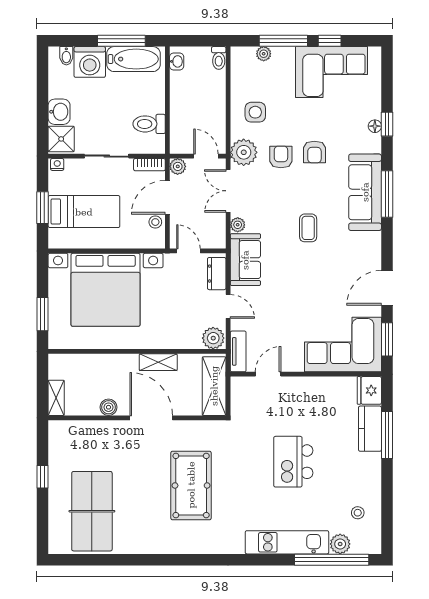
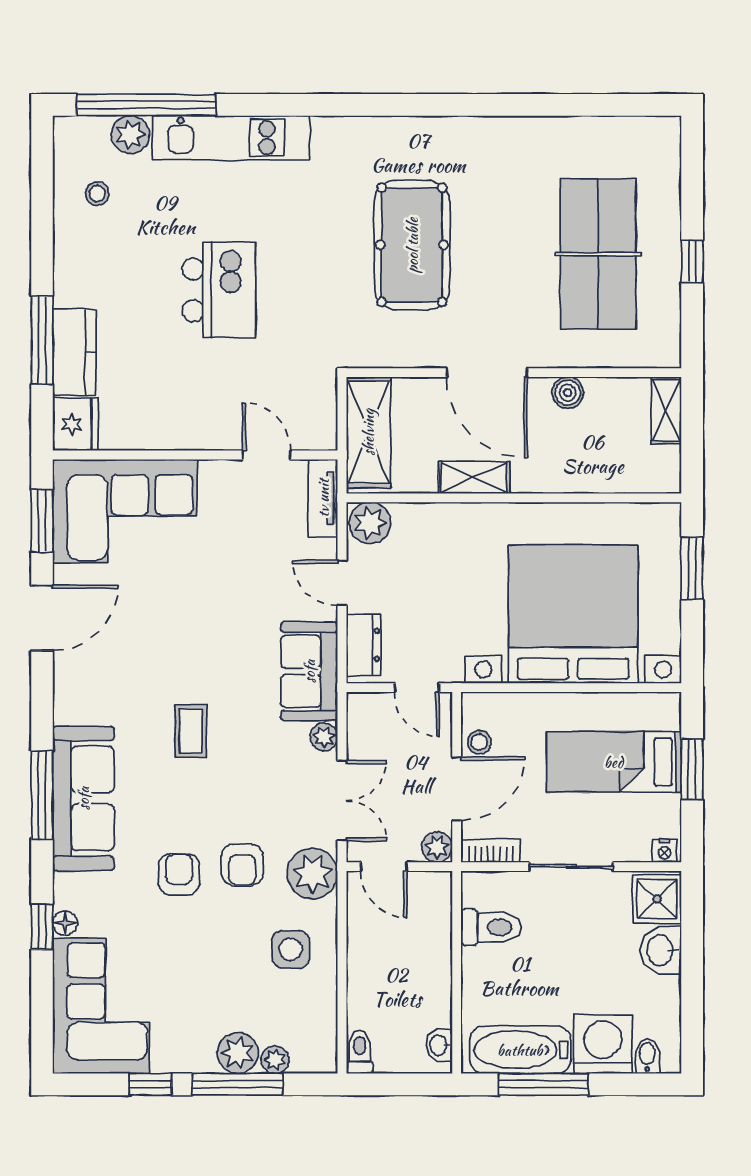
plant: (283, 57) -> (238, 1053), added
corner sofa: (332, 72) -> (101, 1006), moved, turned 90
door: (268, 374) -> (266, 455), swing flipped
table tennis table: (92, 511) -> (598, 254), moved

